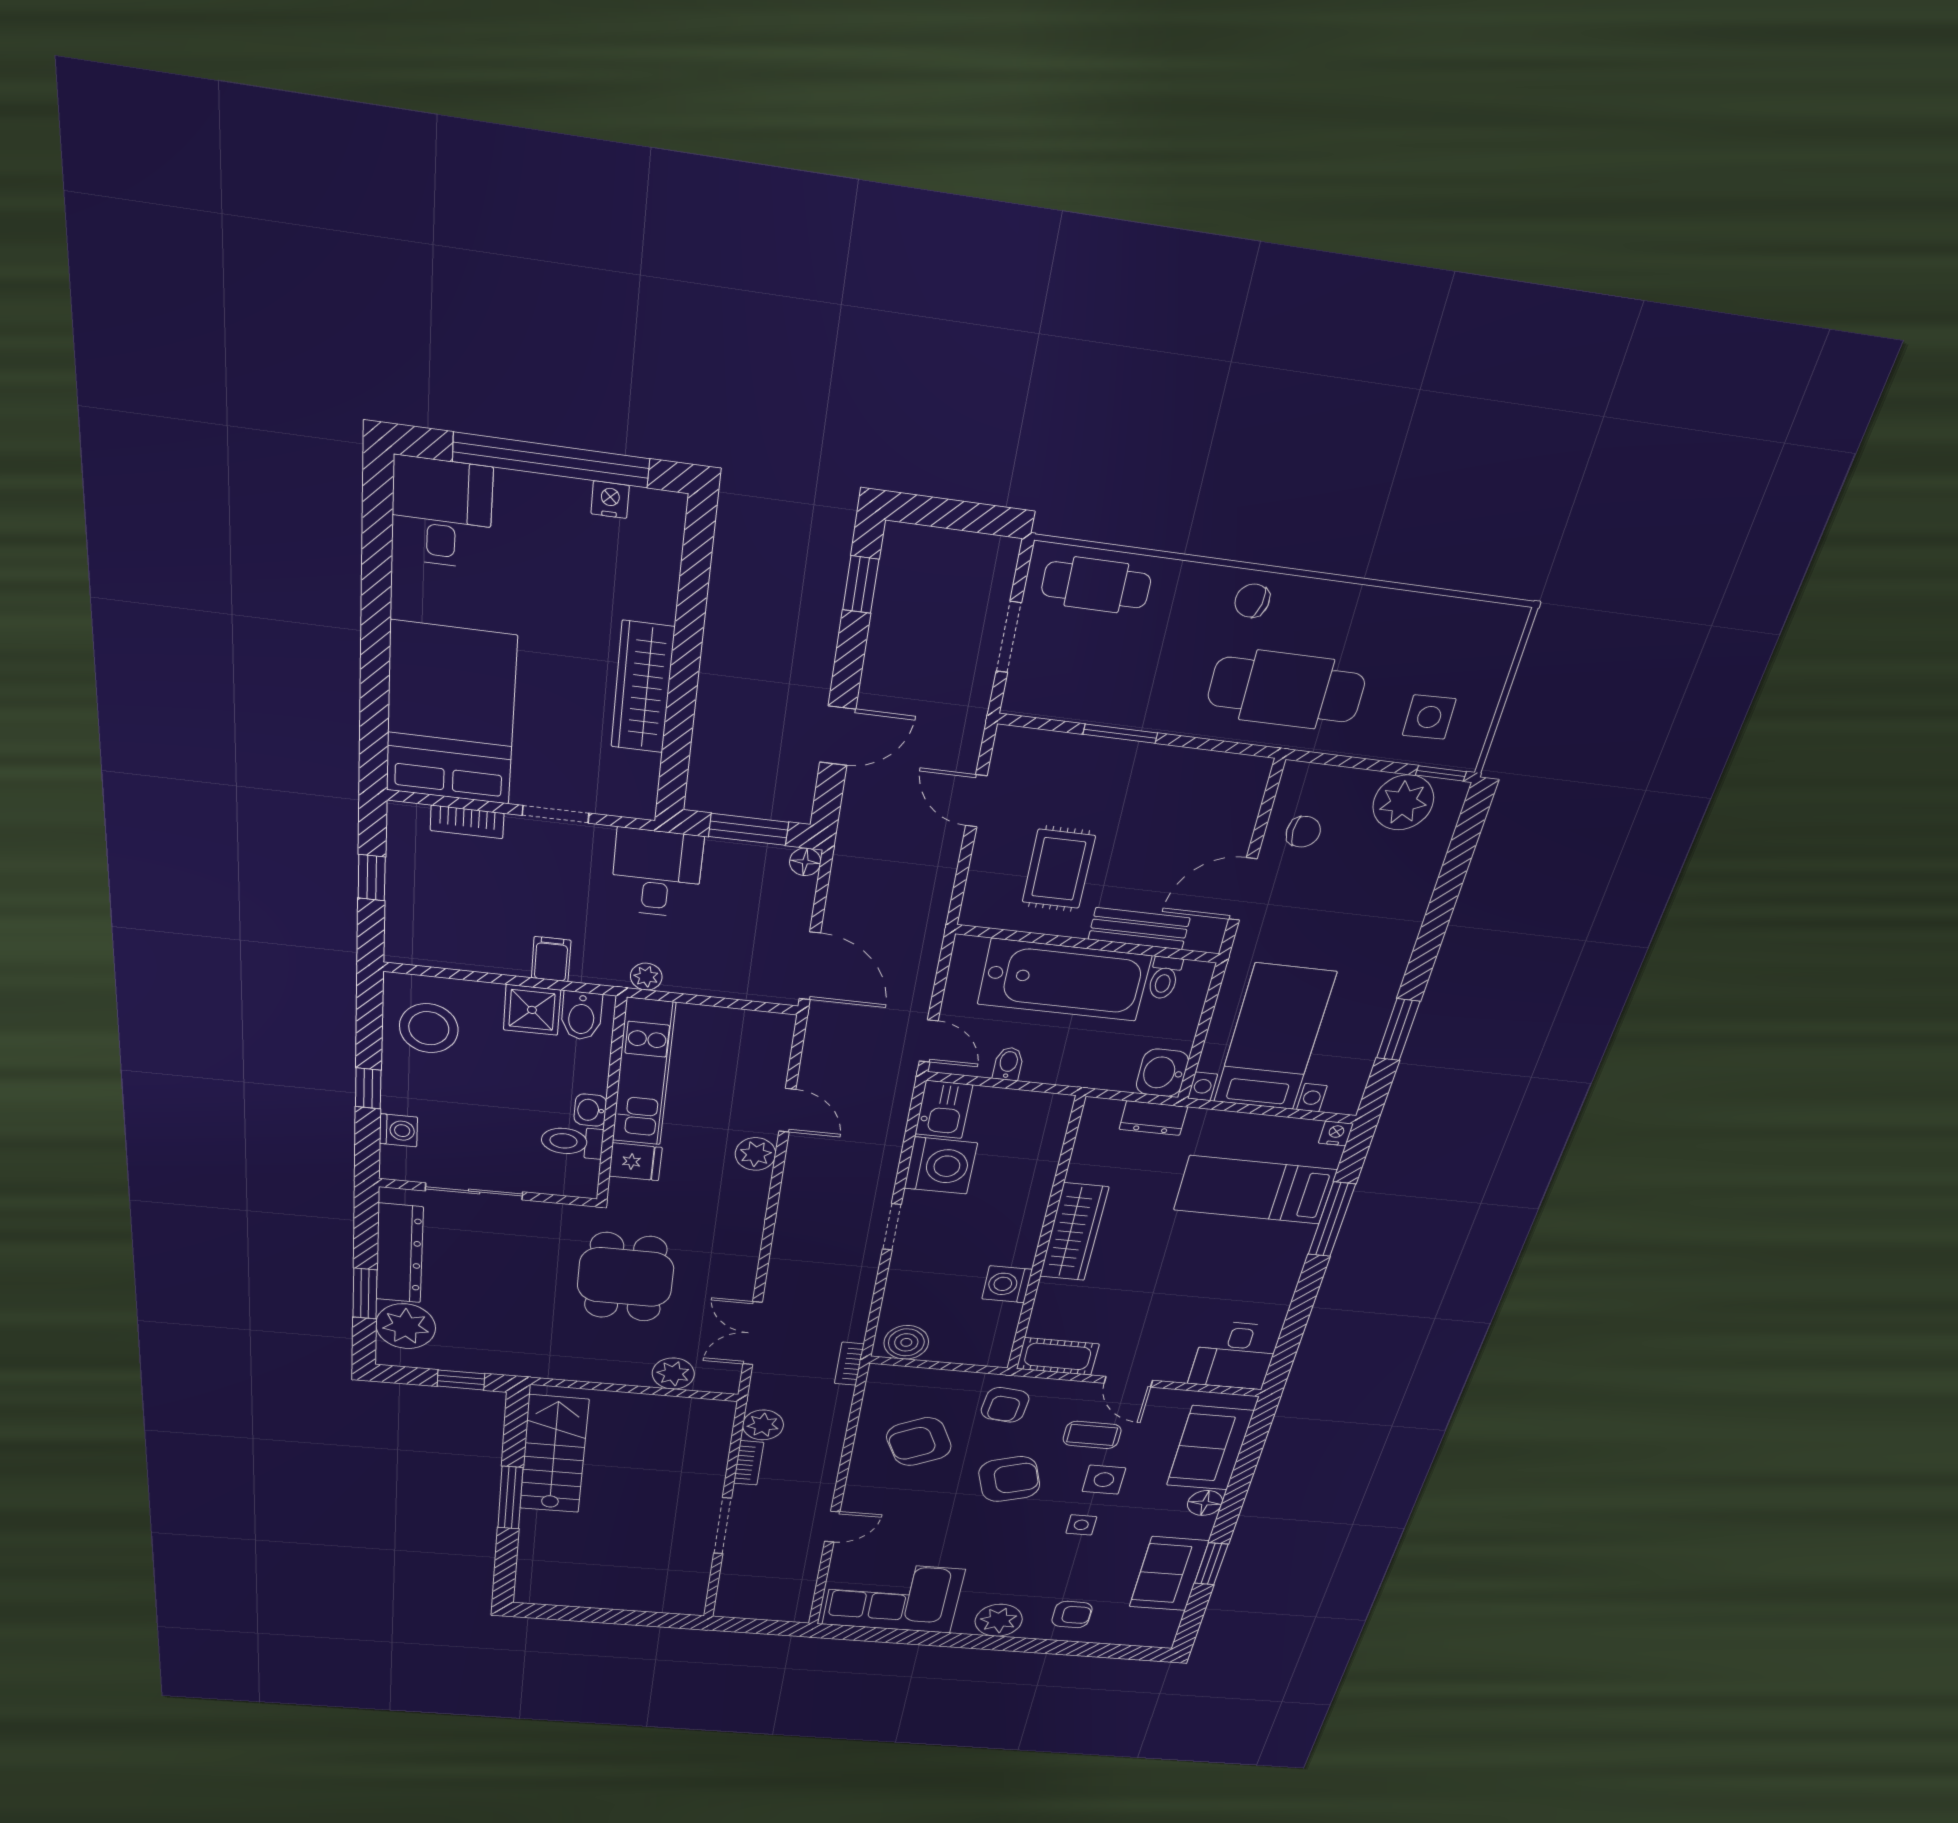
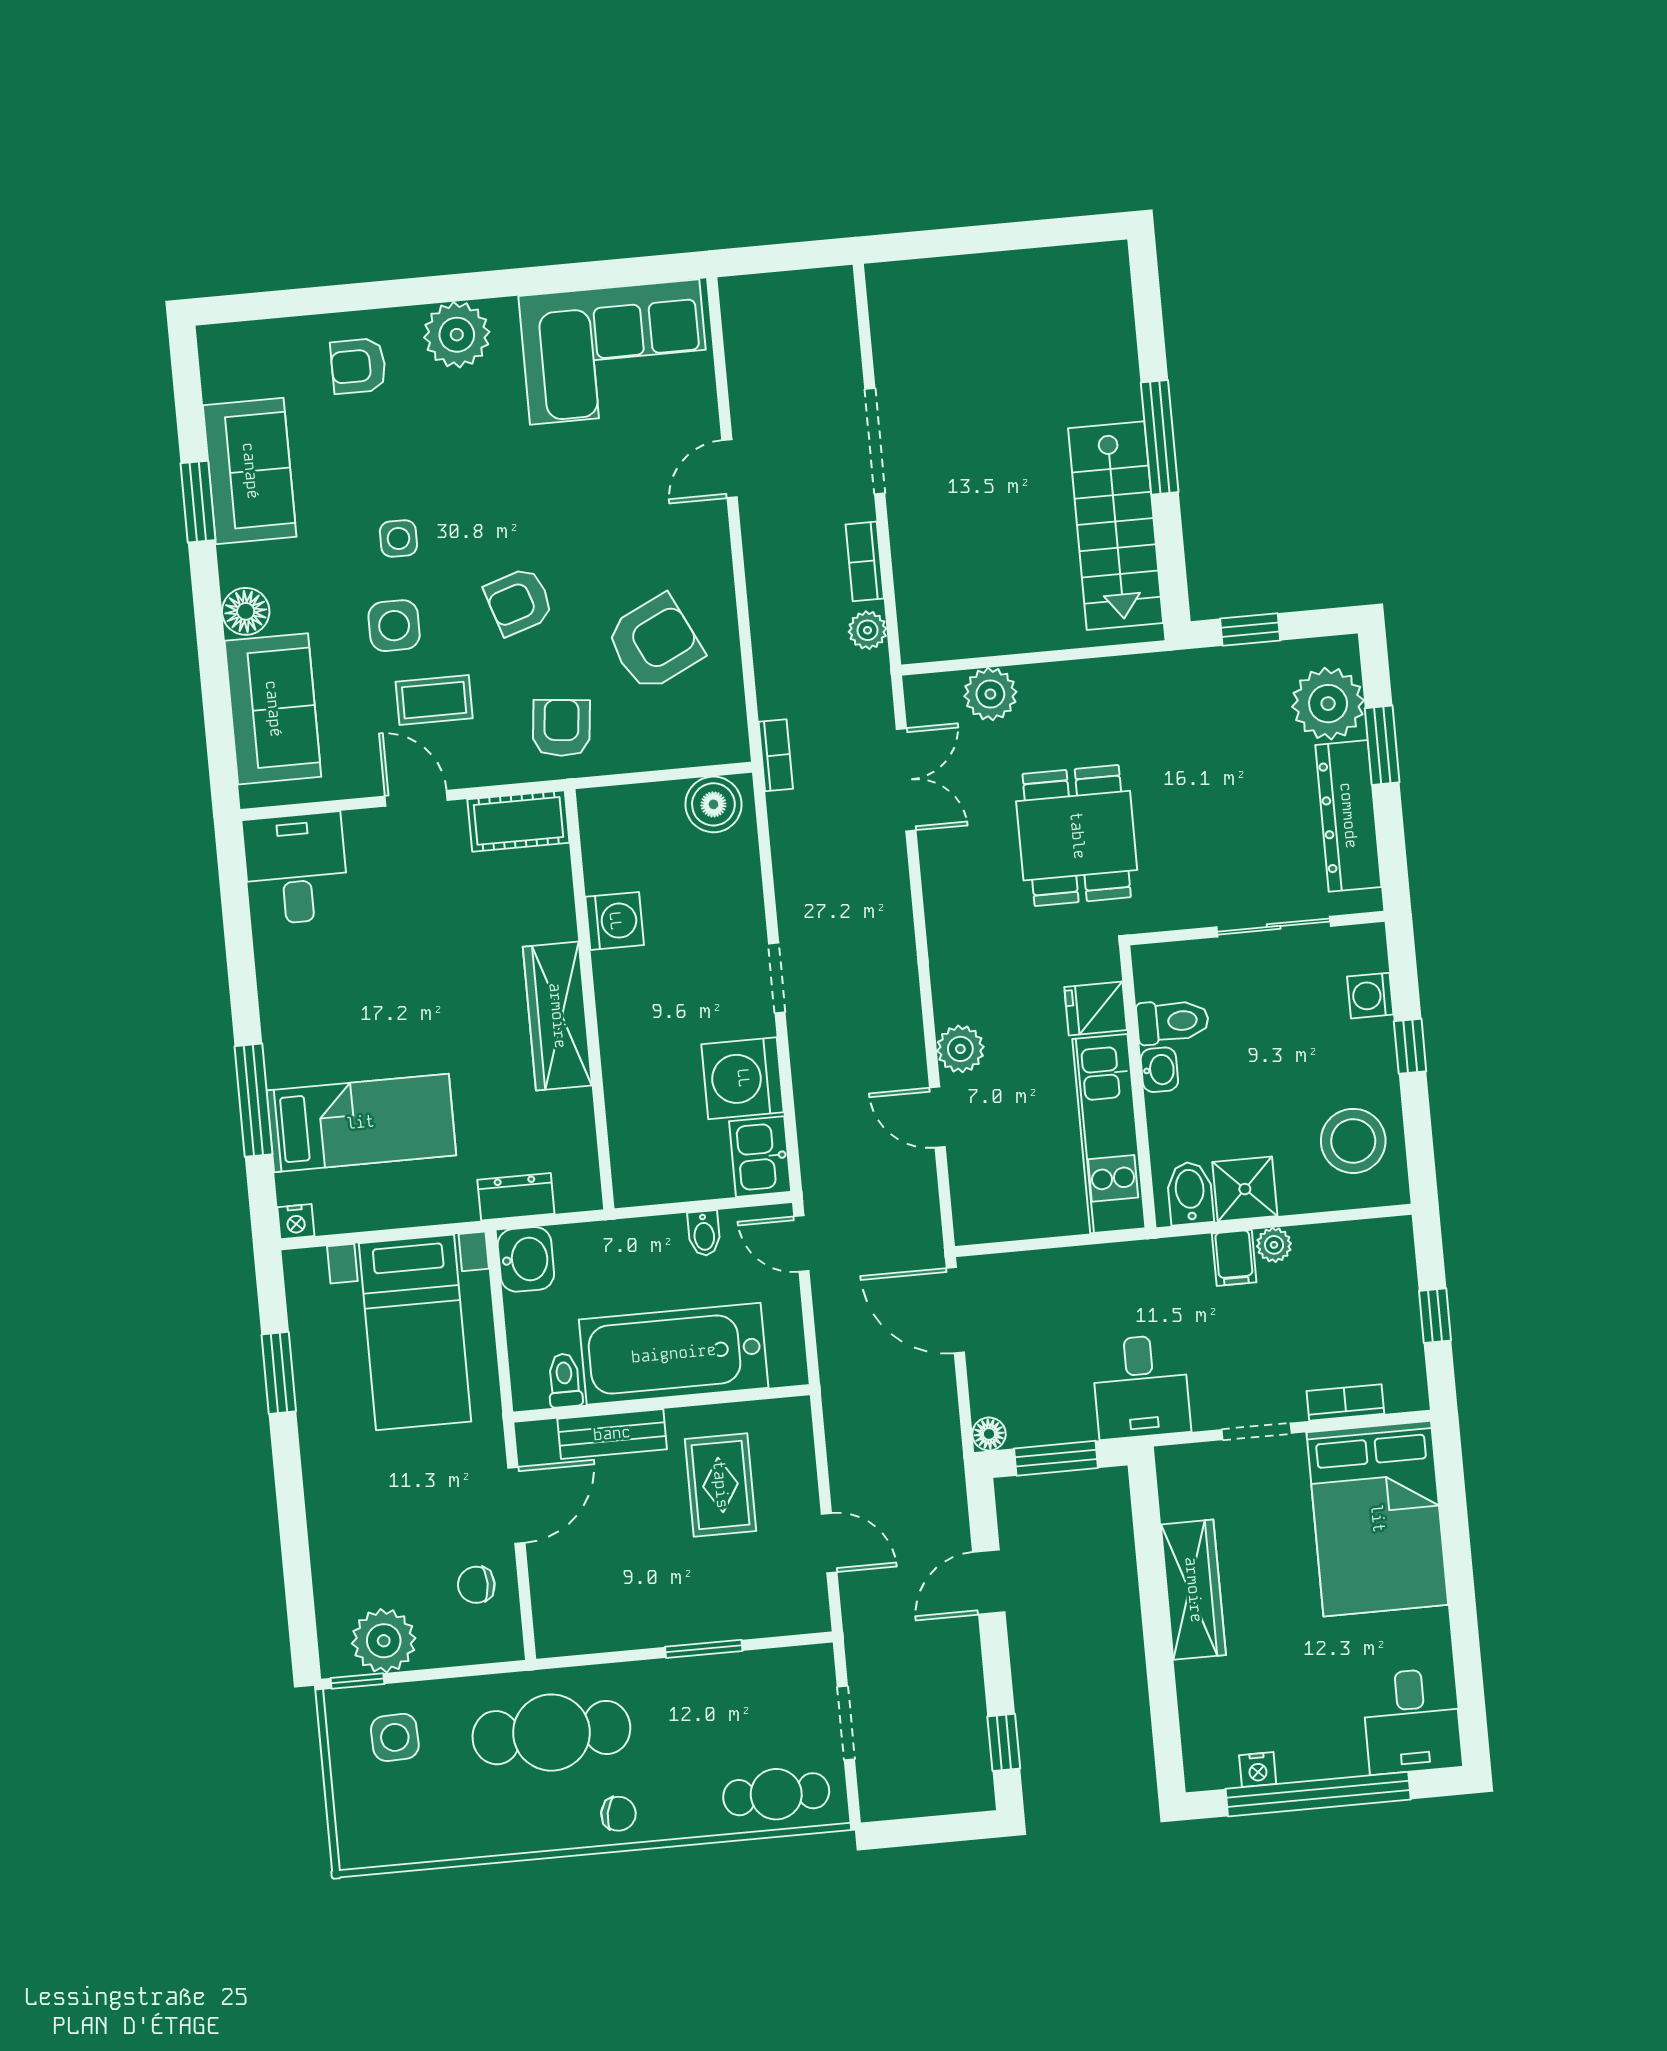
plant: (646, 977) -> (1274, 1245), moved
plant: (763, 1425) -> (868, 630), width x0.73, depth x0.73
armchair: (1009, 1479) -> (519, 601), width x0.72, depth x0.72

